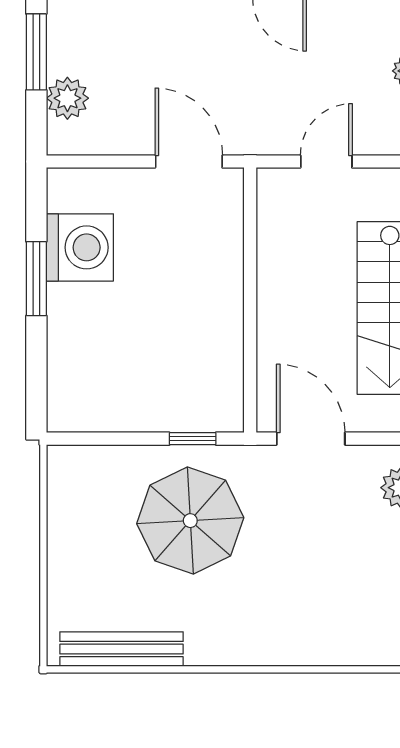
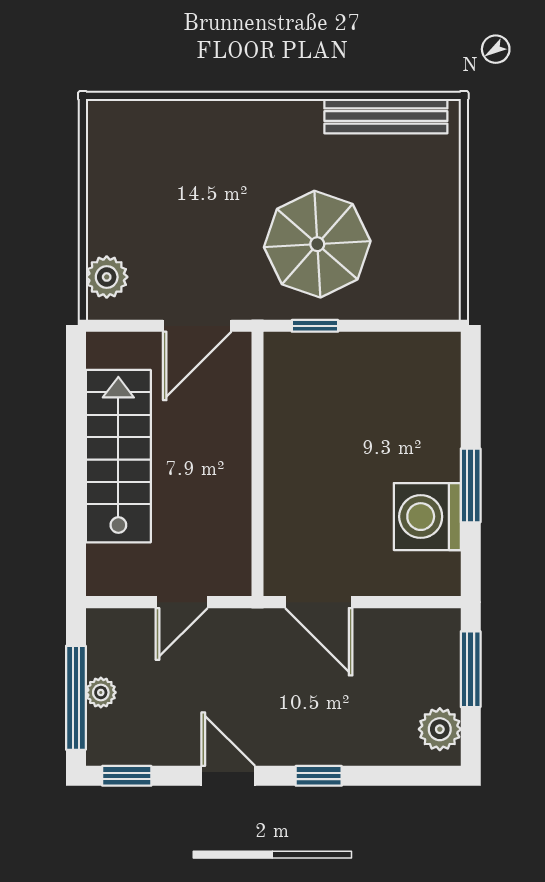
window: (36, 52) -> (471, 669), moved
plant: (67, 98) -> (440, 729), moved
door: (311, 439) -> (197, 326), hinge flipped

